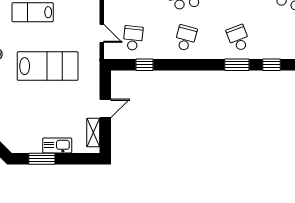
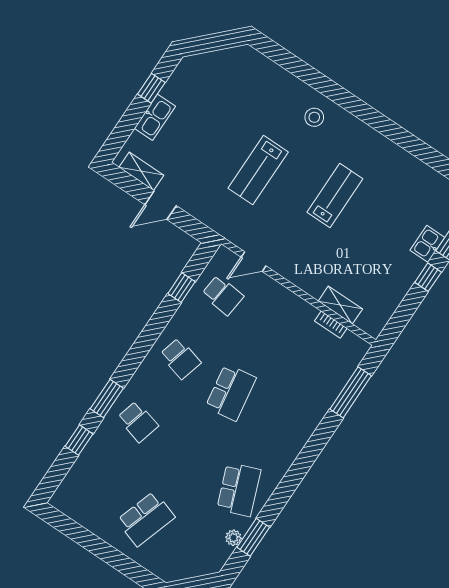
school desk: (238, 38) -> (138, 422), turned 36
lab bench: (48, 66) -> (258, 170), width x0.73, depth x0.72
door: (105, 108) -> (161, 205), hinge flipped
window: (42, 159) -> (151, 88), width x0.67

